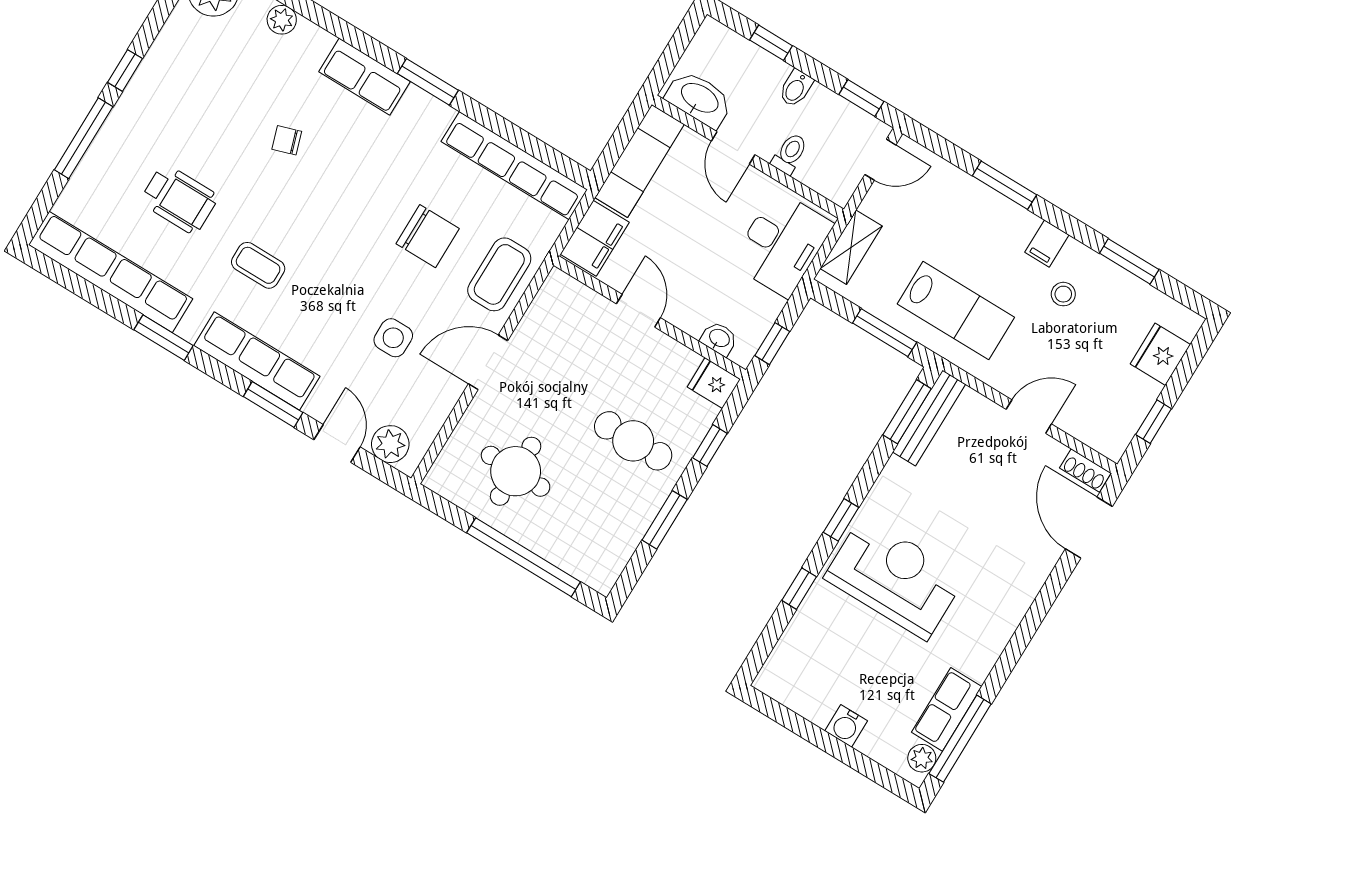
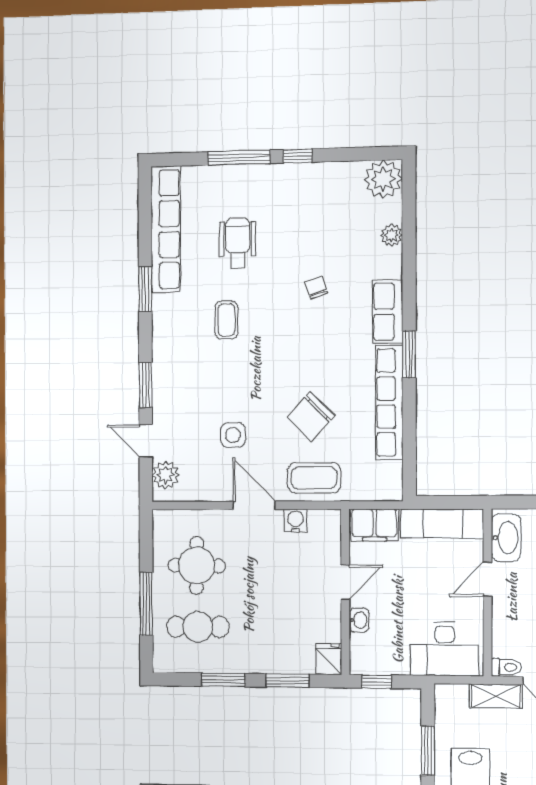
toilet: (790, 154) -> (506, 667), moved
row of seats: (514, 166) -> (389, 402), moved
wheelchair: (179, 199) -> (238, 243), turned 180
chair: (428, 236) -> (310, 417), turned 44
shelving: (851, 247) -> (496, 696), moved
water cooler: (535, 325) -> (295, 521), added
washbasin: (719, 339) -> (359, 620), moved
row of seats: (257, 361) -> (166, 357), removed
cafe table: (633, 441) -> (198, 627), moved, turned 90
door: (337, 443) -> (146, 441), swing flipped
window: (710, 446) -> (287, 681), width x1.50
window: (523, 557) -> (146, 604), width x0.68

